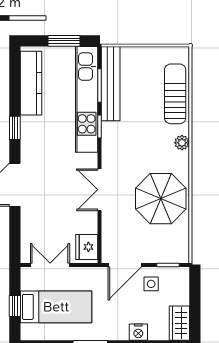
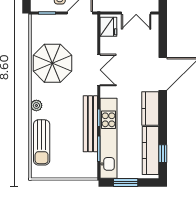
bench: (111, 84) -> (90, 124), moved
window: (15, 128) -> (163, 154), moved
kitchen counter: (31, 139) -> (150, 109), added

